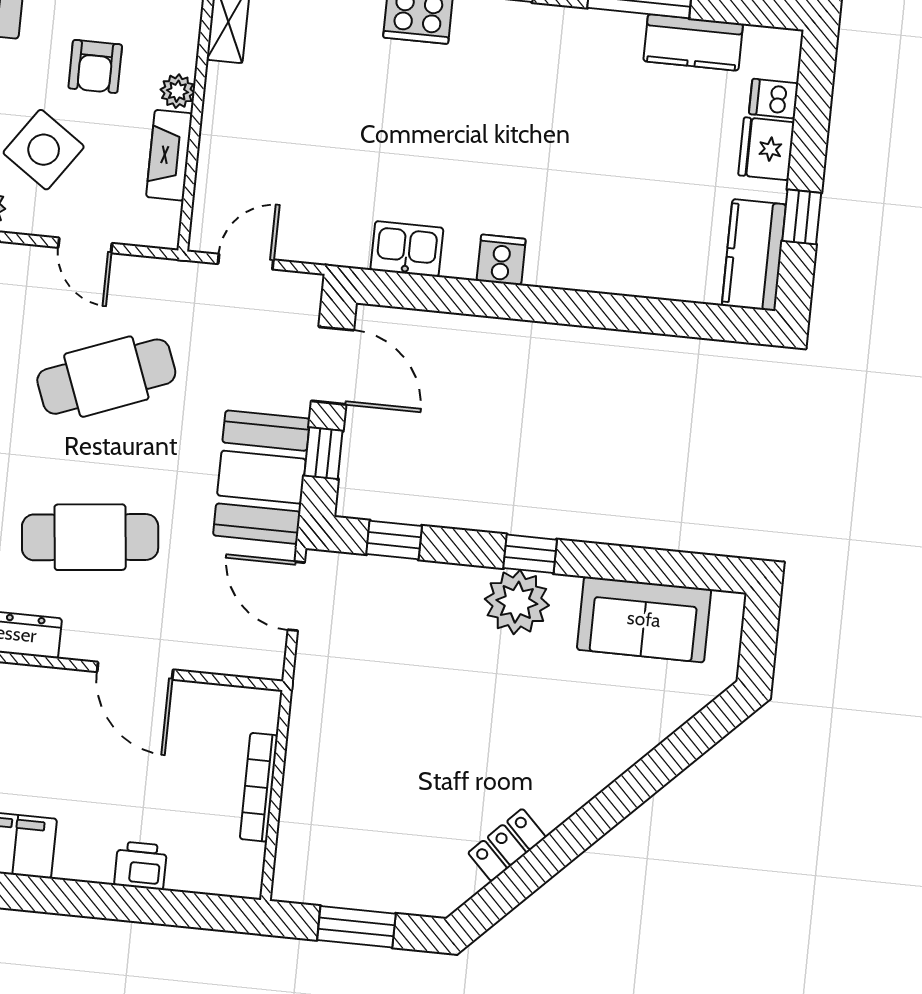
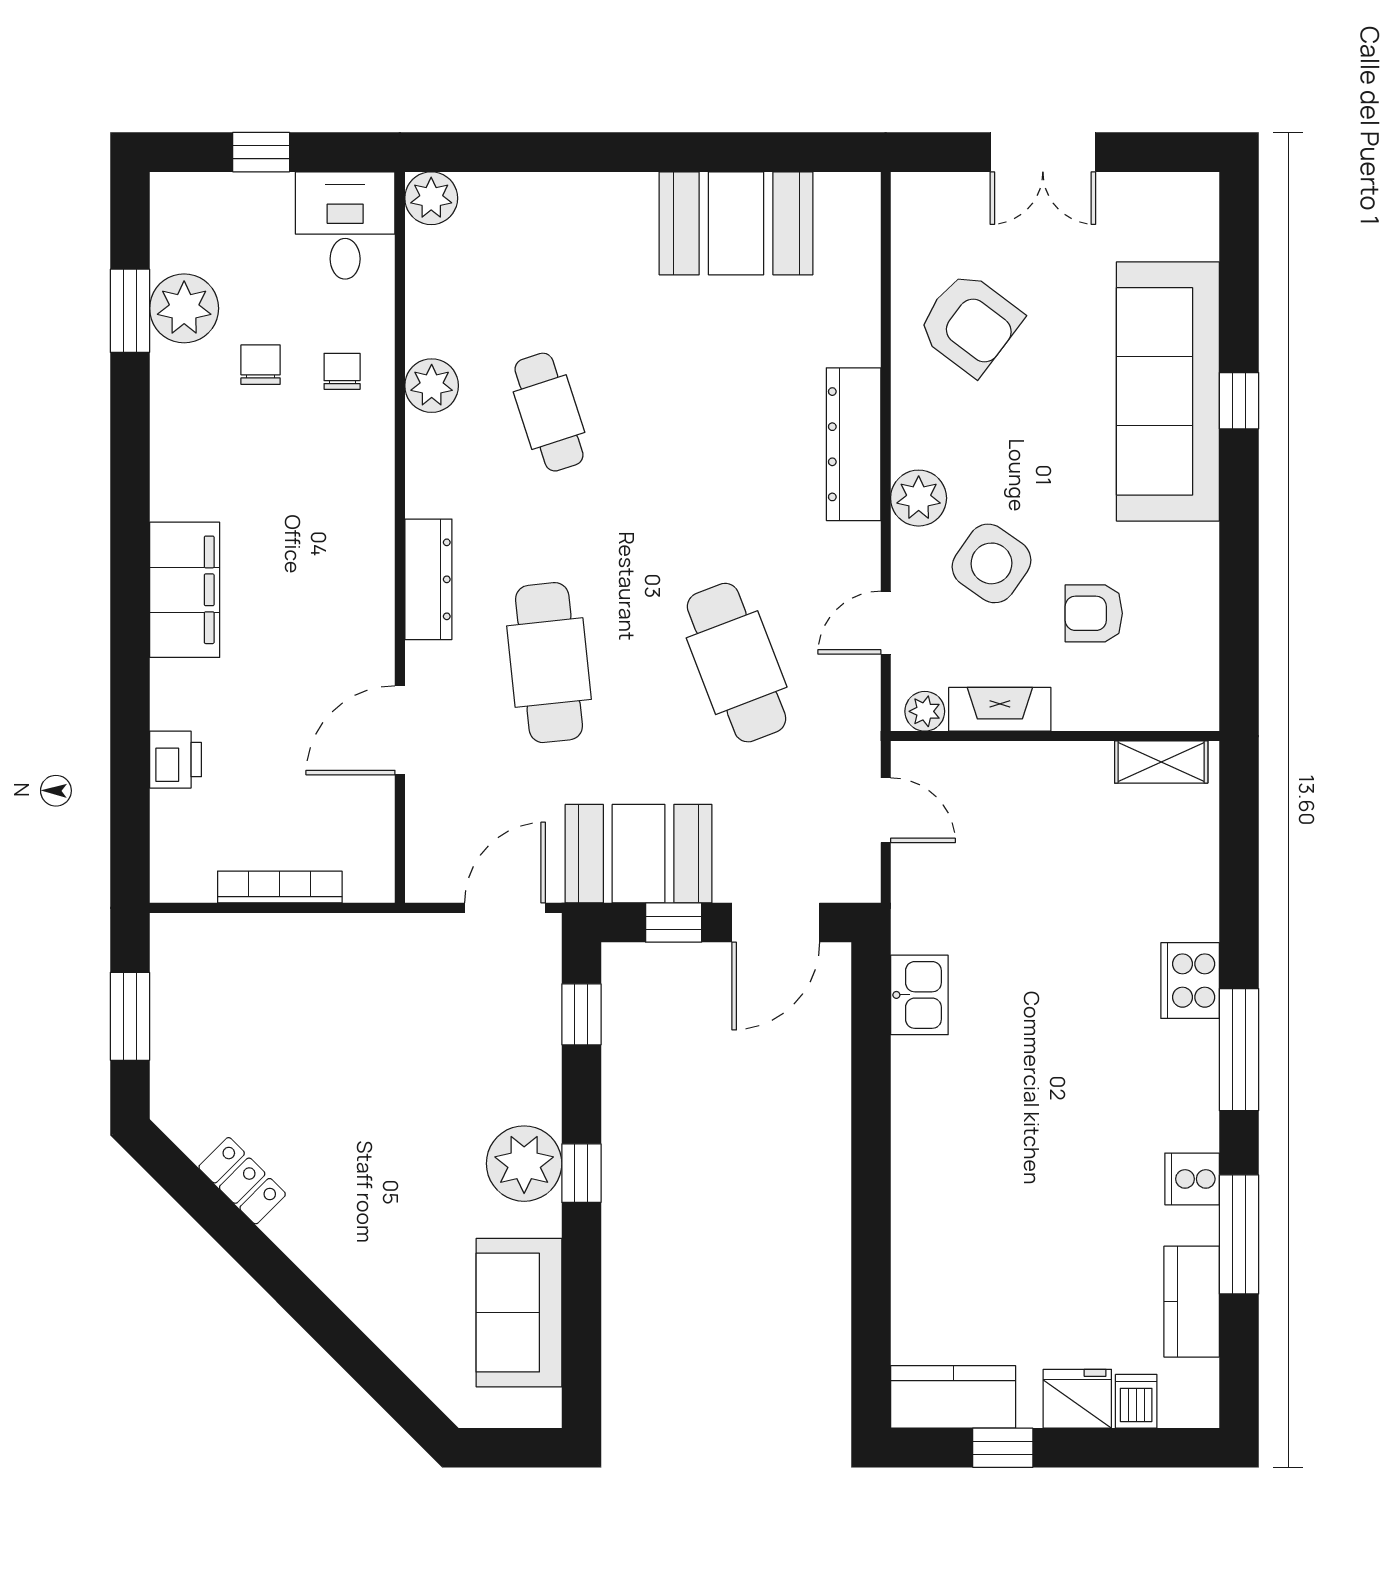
plant: (177, 91) -> (925, 711), moved
cooker: (501, 260) -> (1192, 1179), moved, turned 180

